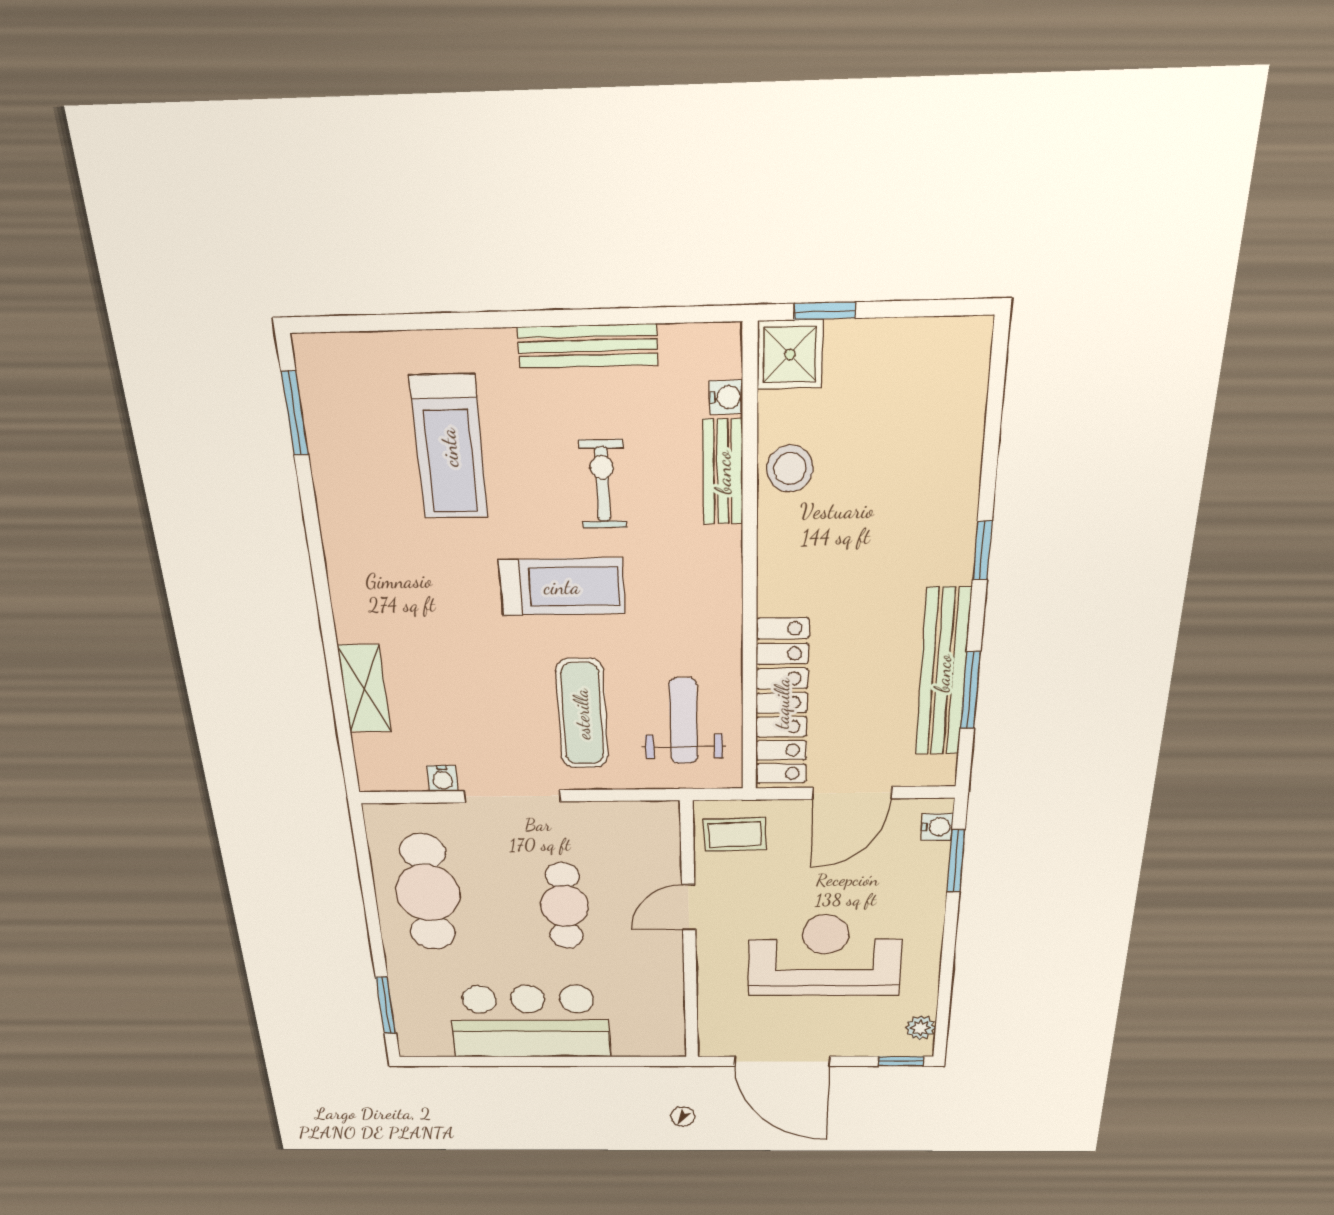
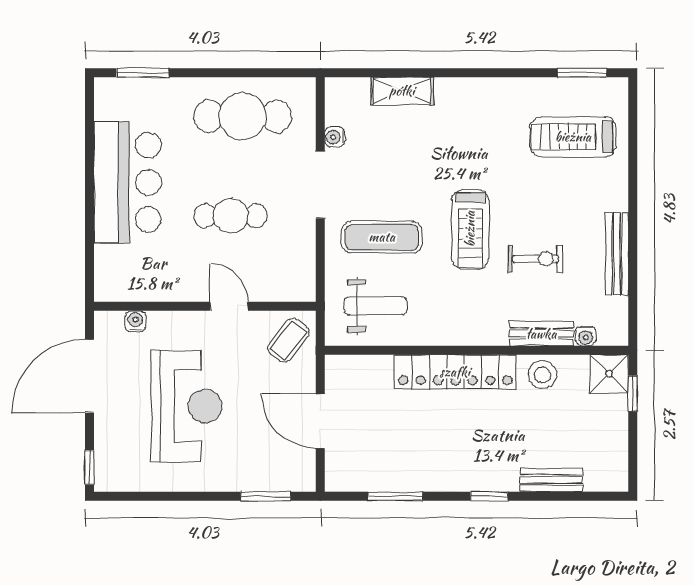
treadmill: (449, 447) -> (573, 137), moved
bench: (943, 673) -> (552, 480), moved, width x0.54, depth x0.82
locker: (782, 703) -> (455, 372), moved
water cooler: (937, 827) -> (135, 321), moved, turned 180
coffee table: (735, 835) -> (288, 340), turned 40
plant: (921, 1028) -> (121, 480), removed

